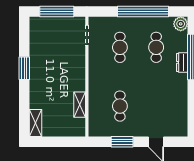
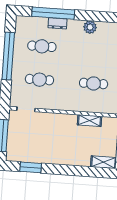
plant: (181, 24) -> (90, 27), moved
window: (24, 68) -> (31, 167), moved

